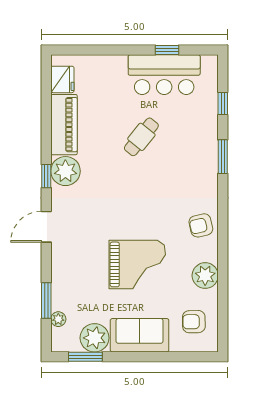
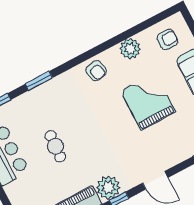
cafe table: (141, 137) -> (55, 146), turned 55
armchair: (194, 322) -> (167, 39), turned -89

